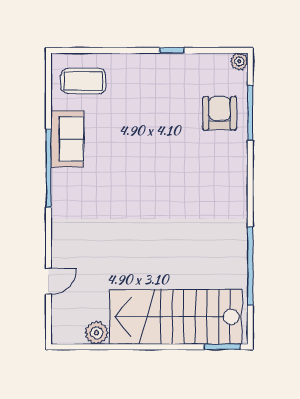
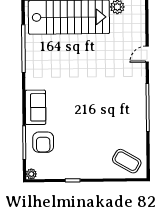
coffee table: (83, 81) -> (127, 161), turned 30
sofa: (67, 139) -> (35, 107), moved, turned 180
door: (49, 281) -> (147, 54), moved

